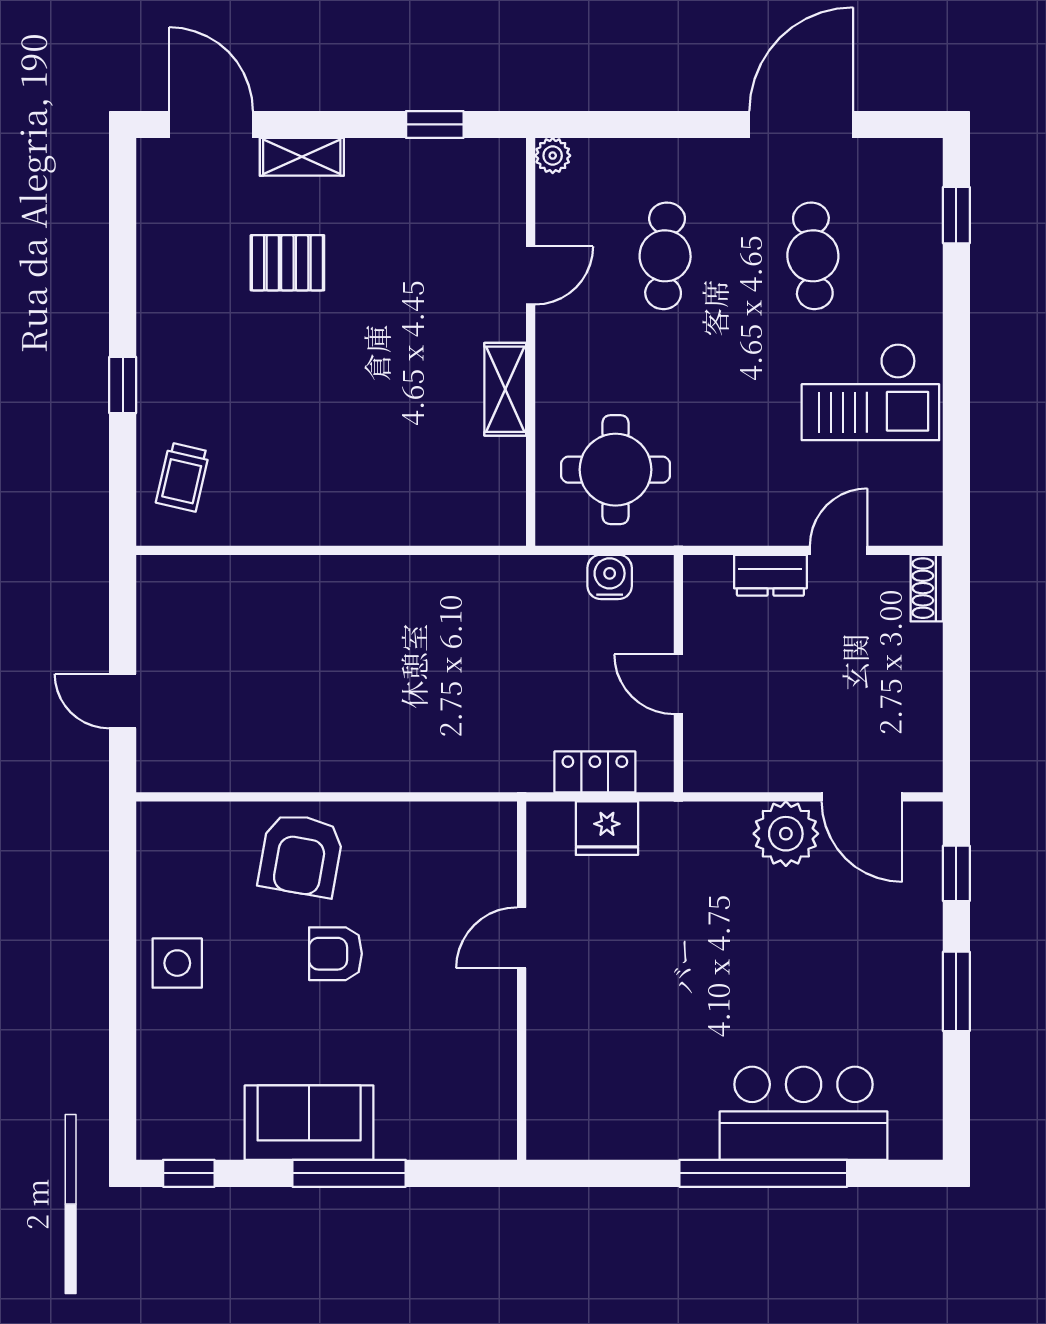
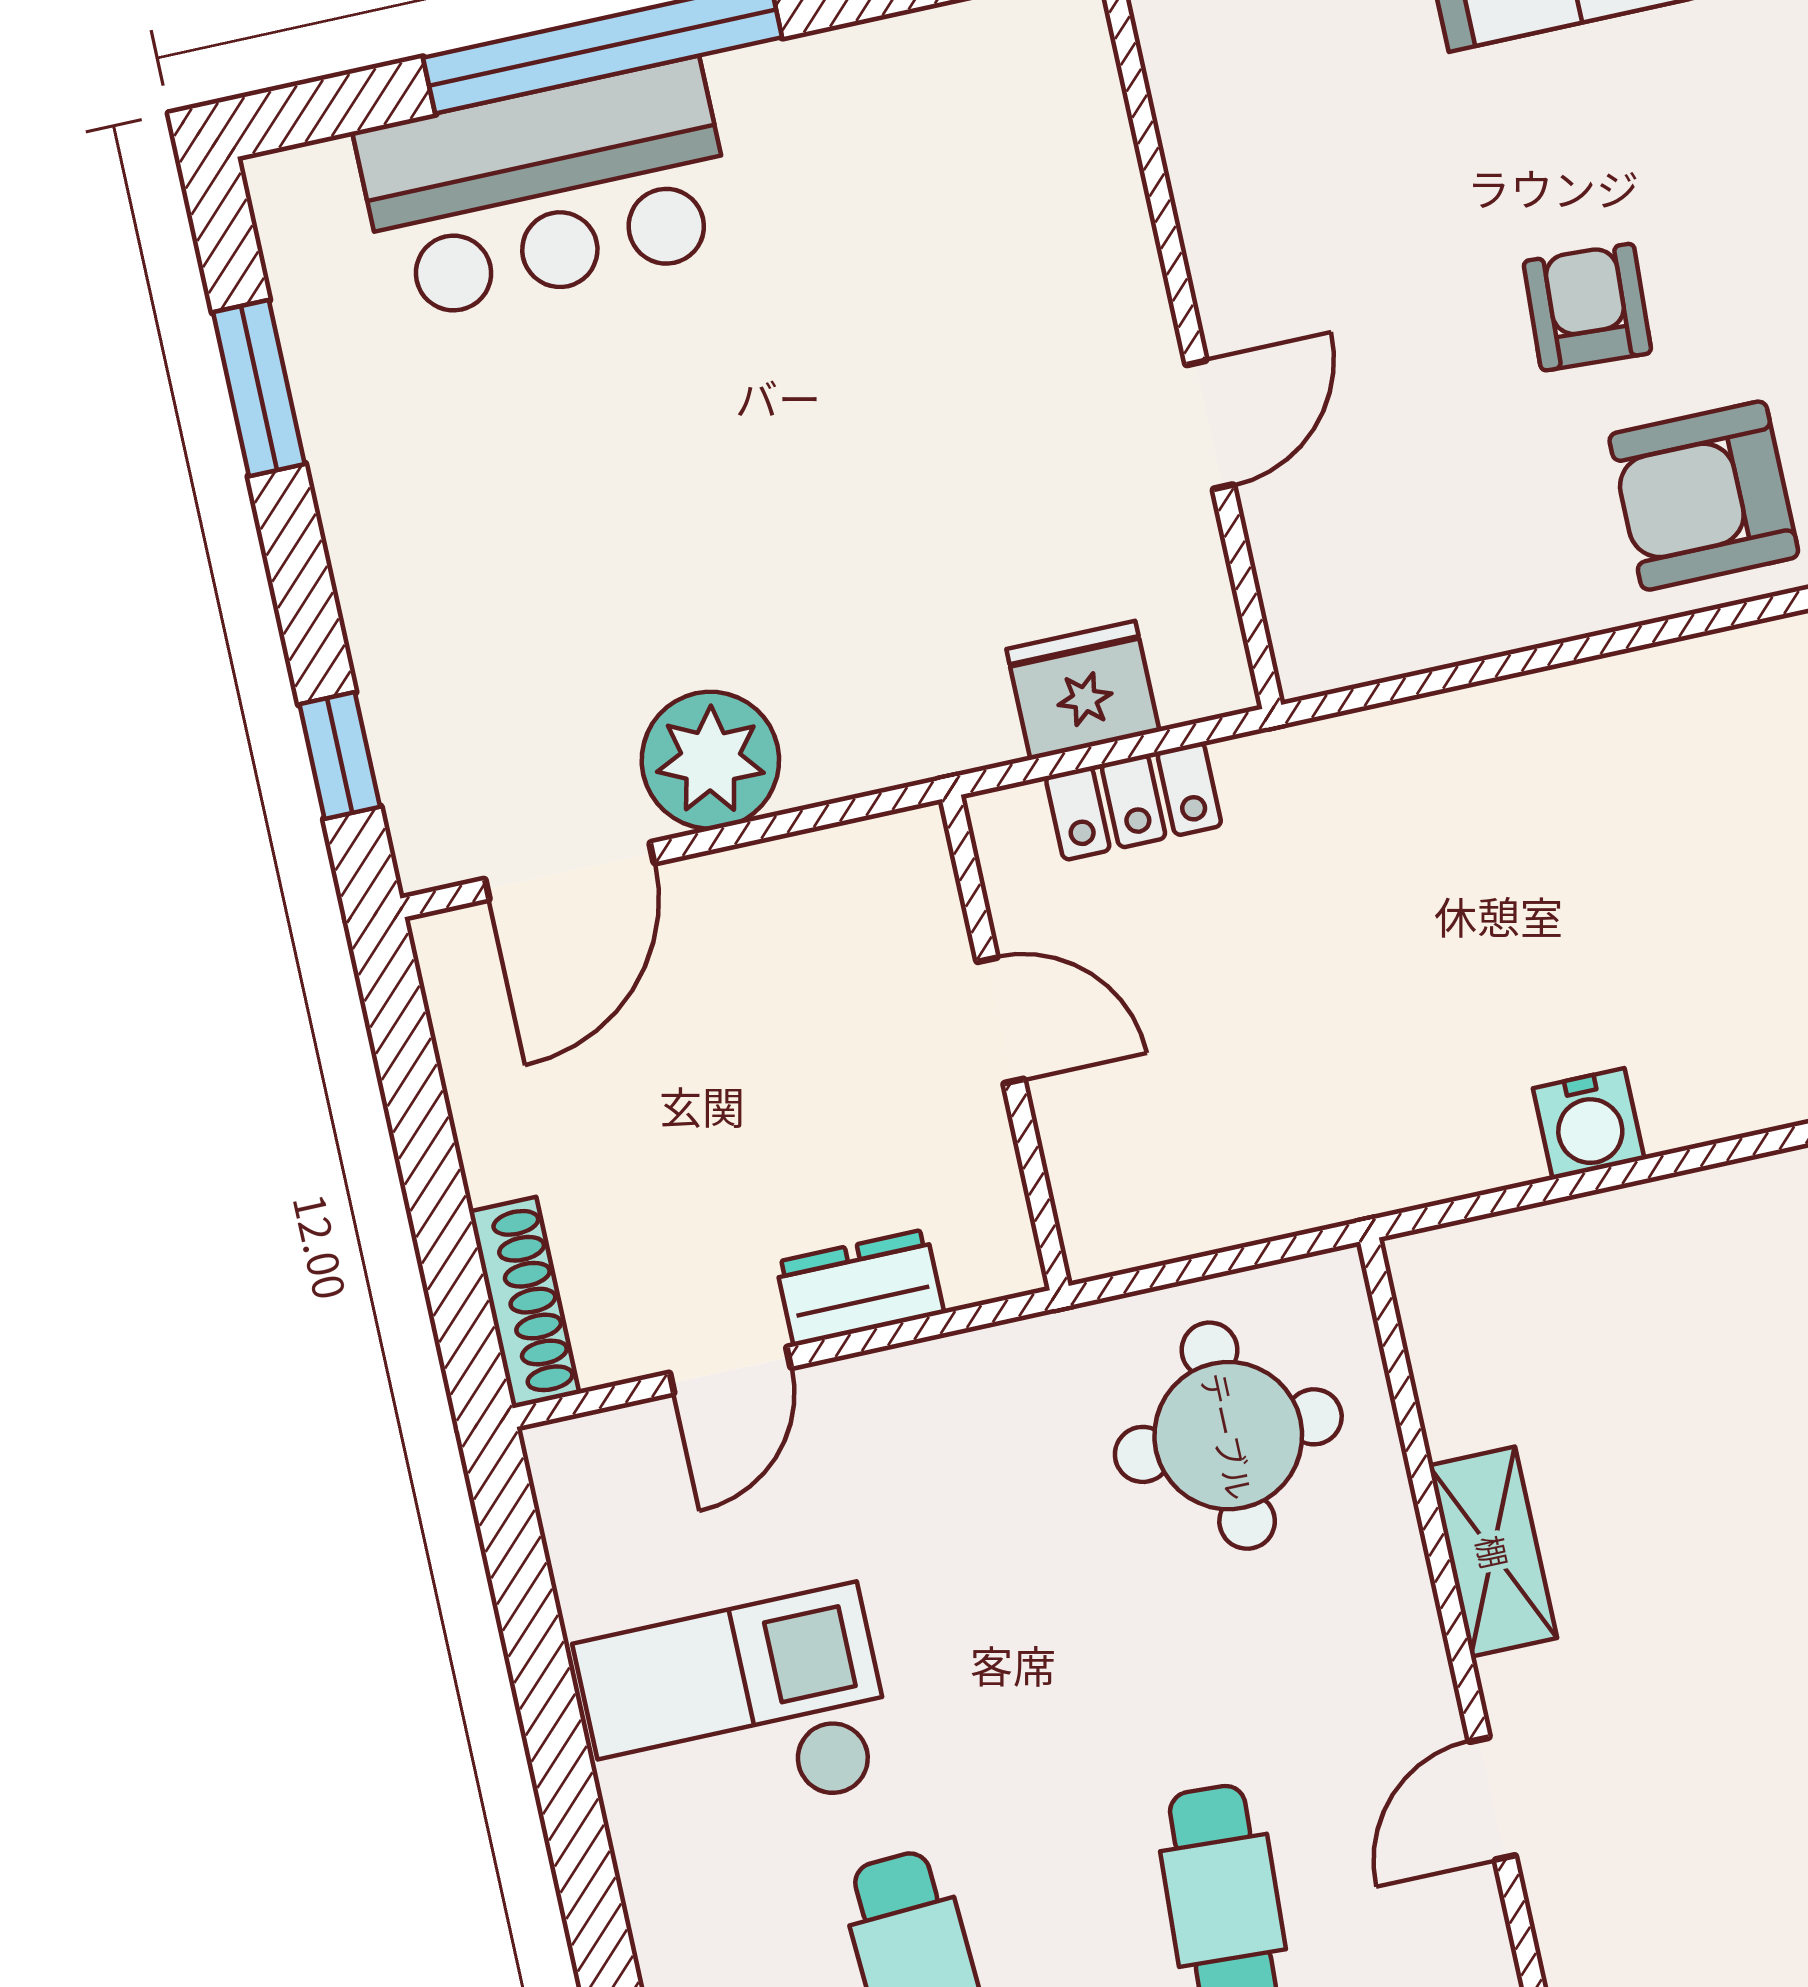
water cooler: (610, 577) -> (1589, 1124), moved
shoe rack: (927, 588) -> (524, 1303), width x1.43
door: (862, 797) -> (570, 871), swing flipped
armchair: (301, 855) -> (1704, 496), turned -100
armchair: (335, 954) -> (1587, 307), turned -87
window: (956, 991) -> (259, 388), moved

